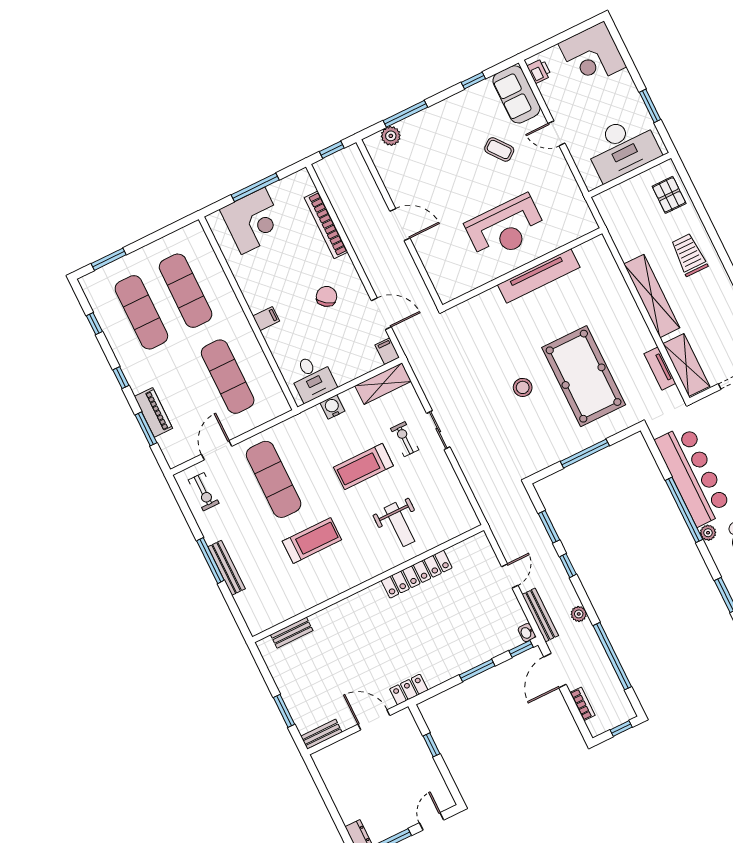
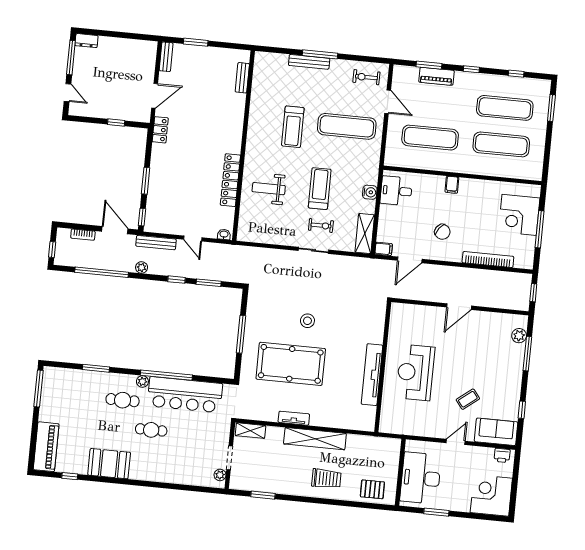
shelving: (686, 365) -> (250, 431), width x0.67, depth x0.75
tv unit: (660, 369) -> (294, 418), moved
washbasin: (527, 633) -> (224, 234), moved

